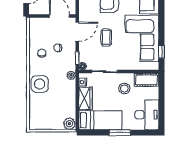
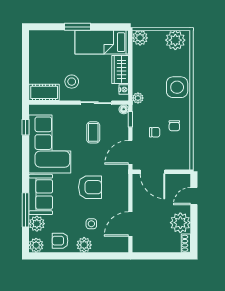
coffee table: (106, 38) -> (93, 132), moved
desk: (147, 115) -> (44, 49), removed
plant: (41, 122) -> (175, 40), added

